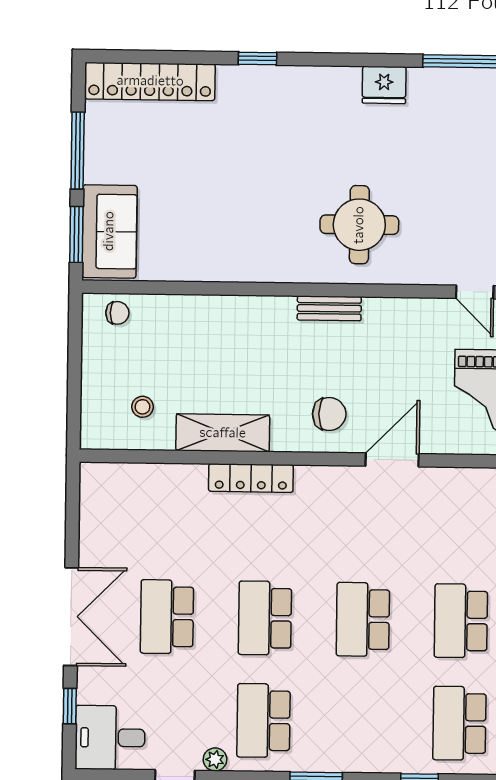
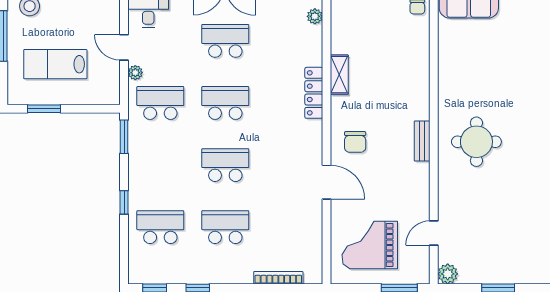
round table: (359, 225) -> (476, 142), moved
stool: (143, 407) -> (358, 24), removed
shelving: (223, 433) -> (339, 75), width x0.67, depth x0.75
plant: (130, 475) -> (315, 16), added

